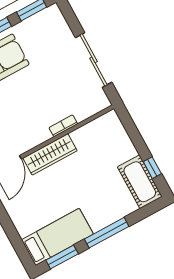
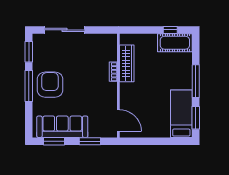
sliding door: (94, 60) -> (64, 30), moved
wardrobe: (50, 154) -> (127, 63), moved

